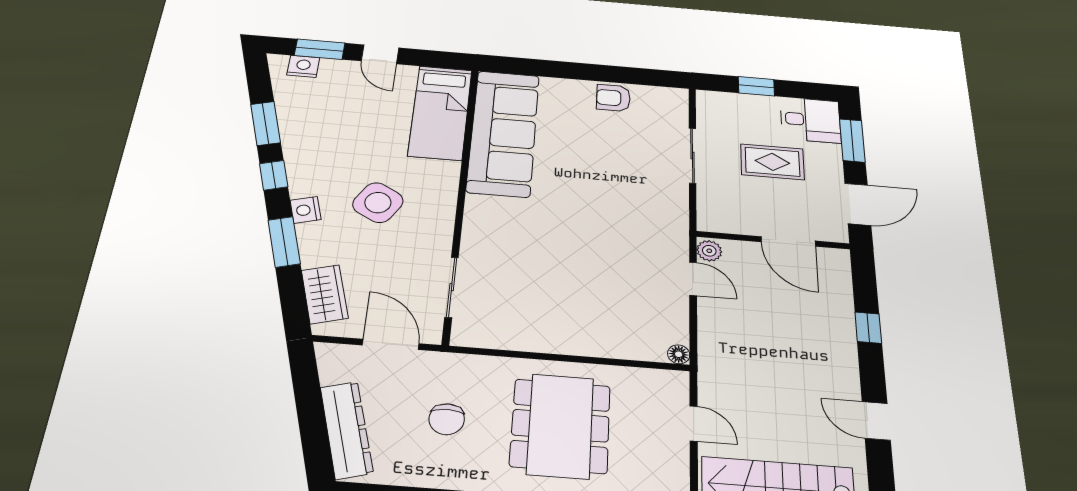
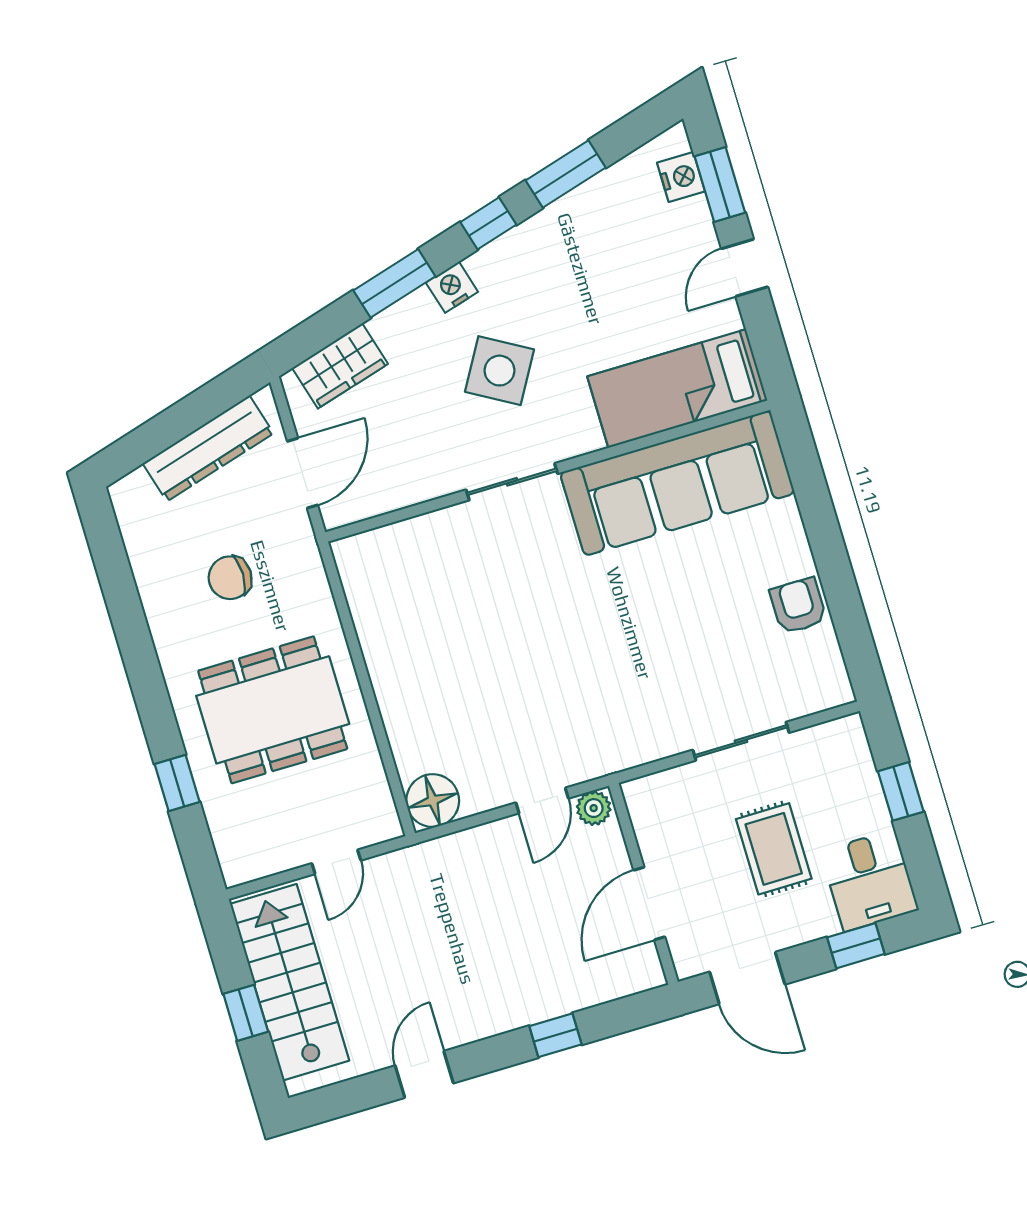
window: (852, 140) -> (856, 946), width x0.67
sliding door: (452, 287) -> (512, 482), moved
floor lamp: (679, 354) -> (433, 801), width x1.89, depth x1.89
dresser: (347, 430) -> (208, 448), moved

